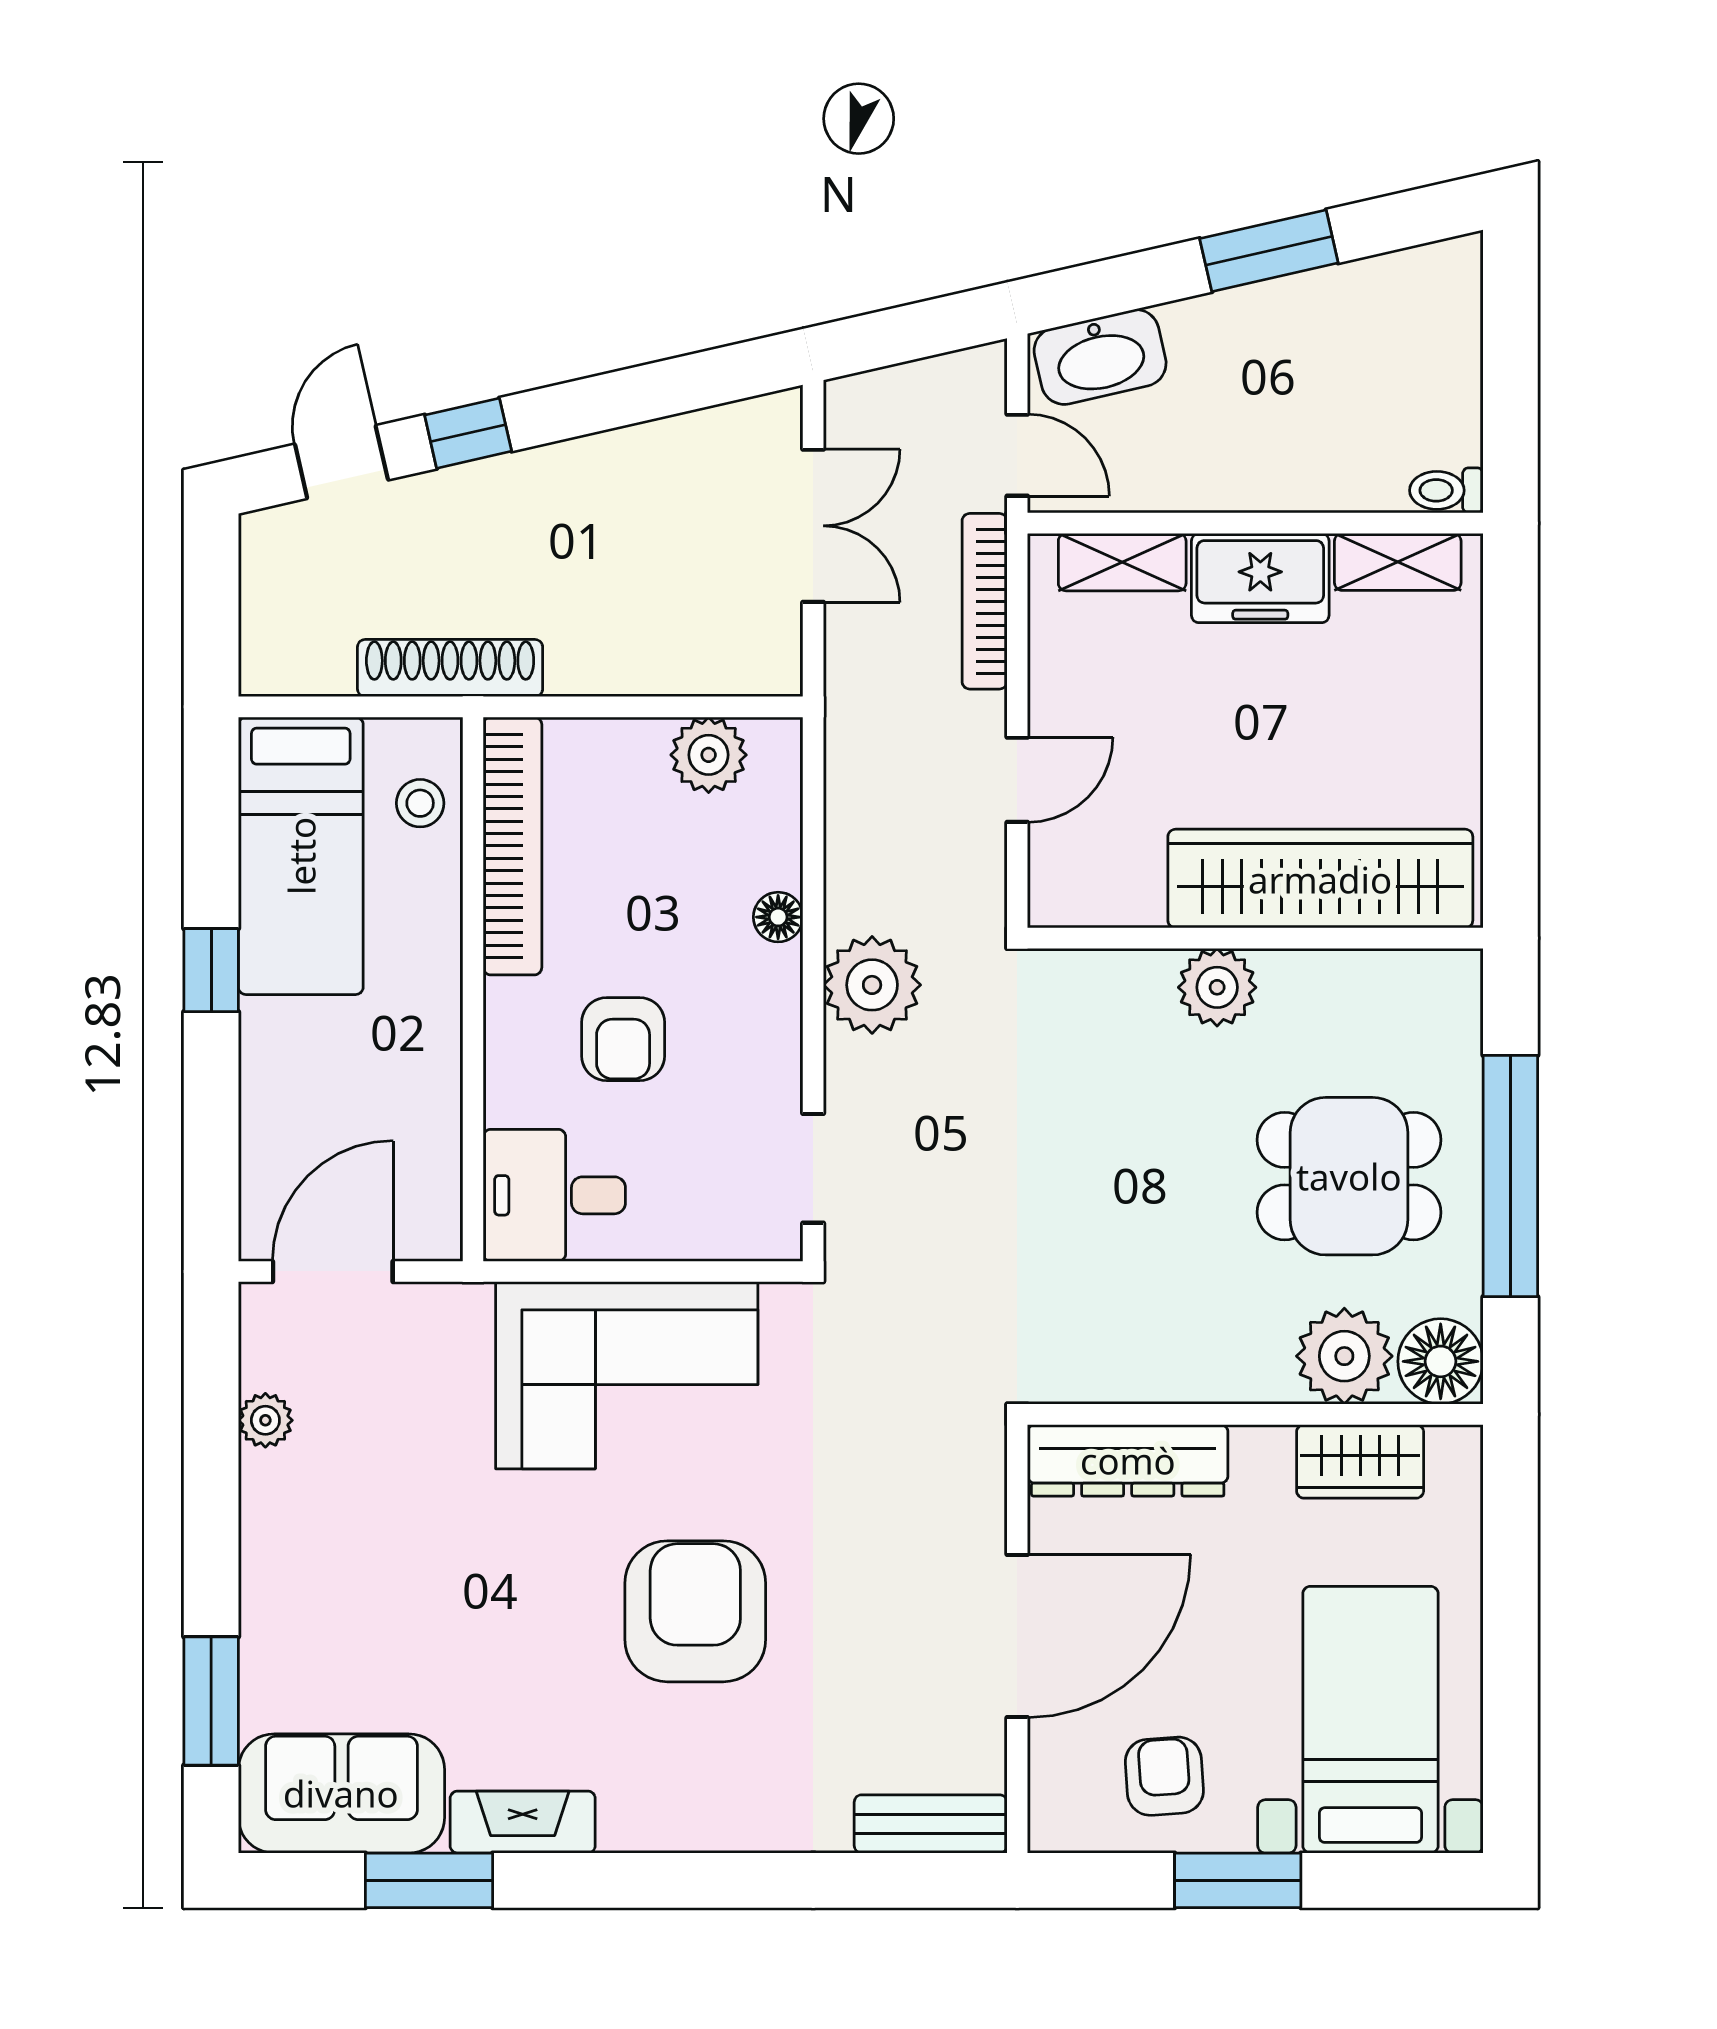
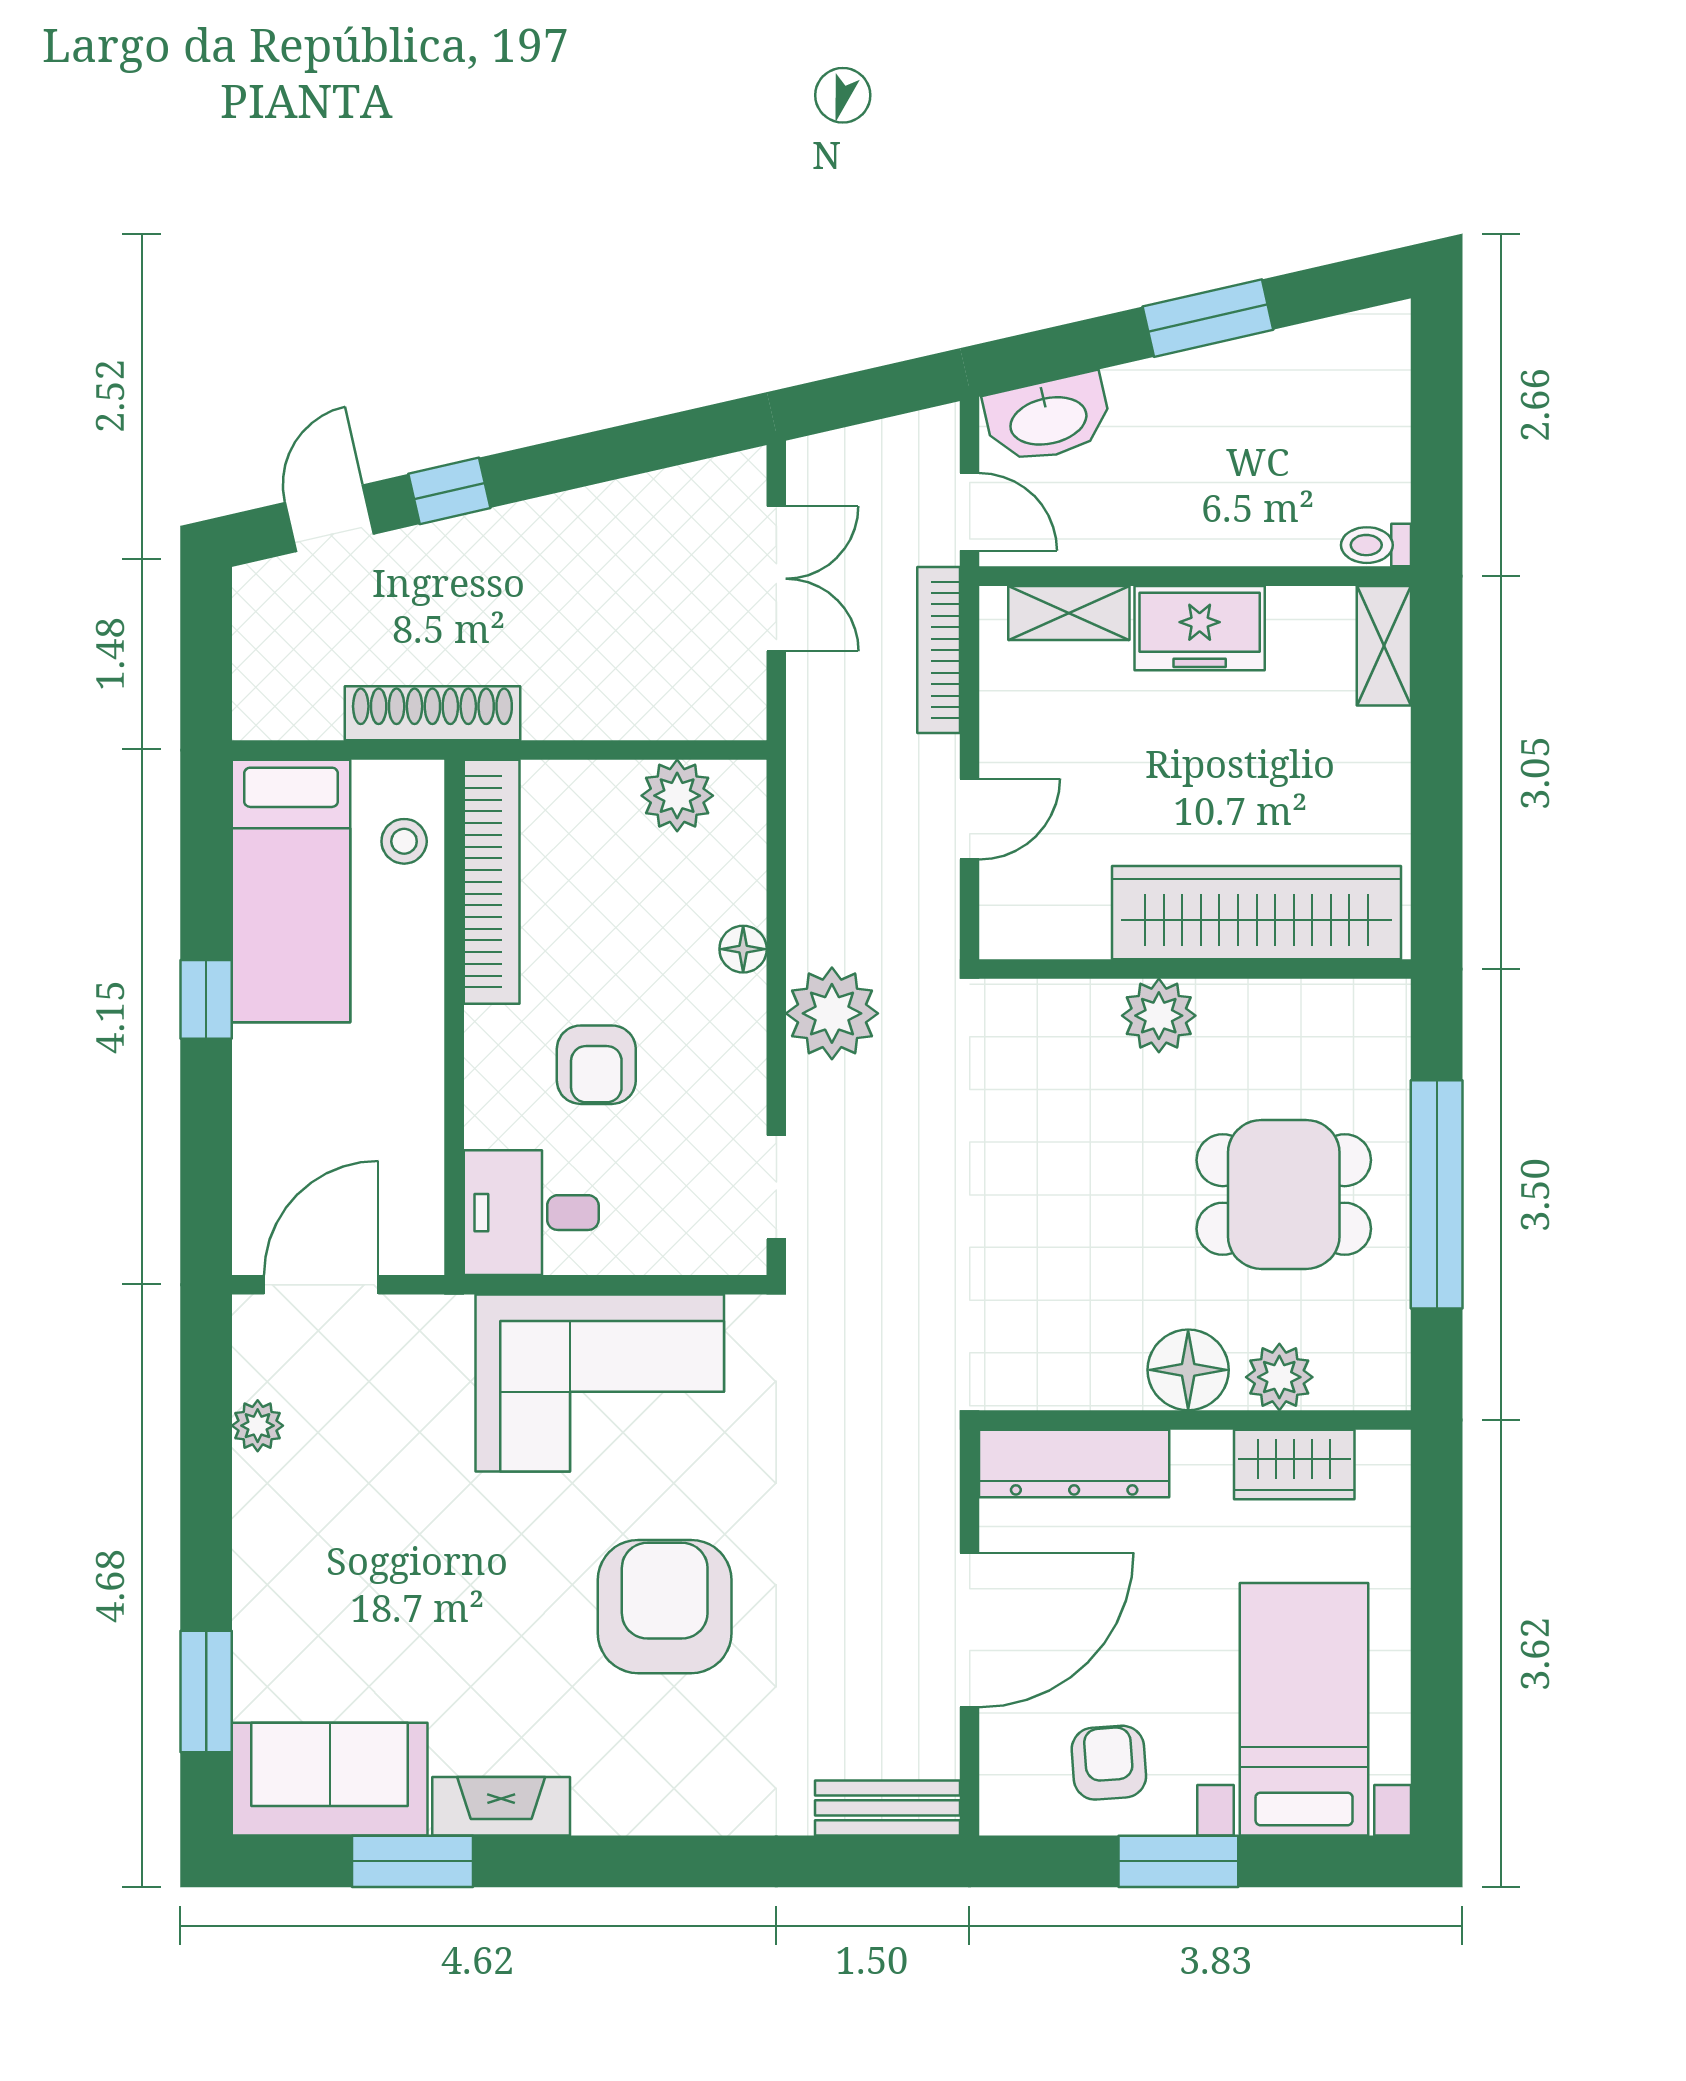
shelving: (1398, 562) -> (1384, 646), moved, turned 90
plant: (1344, 1356) -> (1279, 1377), width x0.73, depth x0.73
floor lamp: (1441, 1361) -> (1188, 1370), moved

